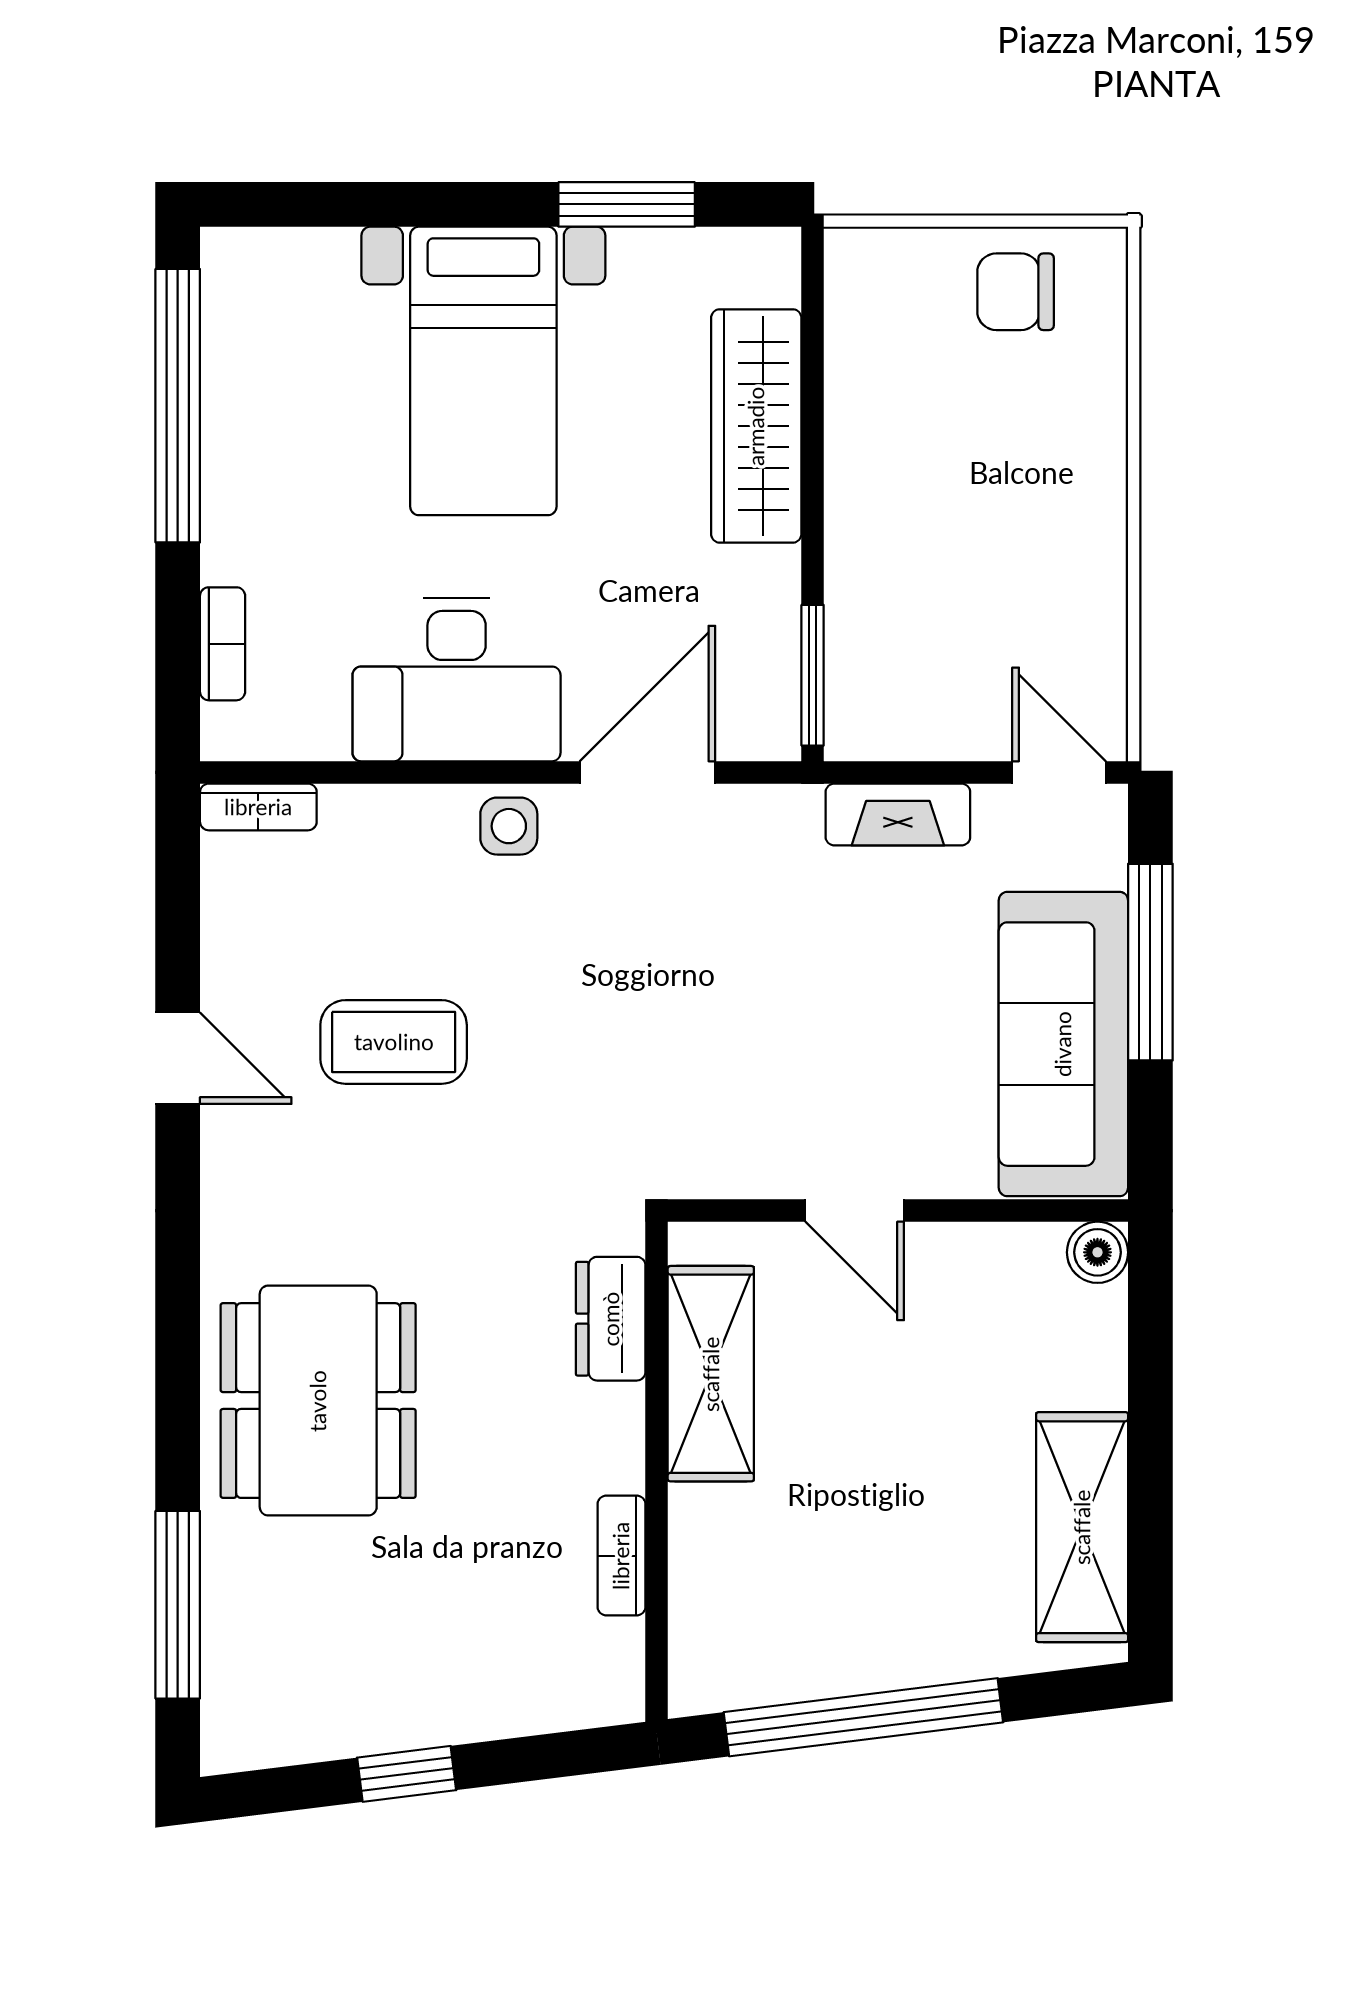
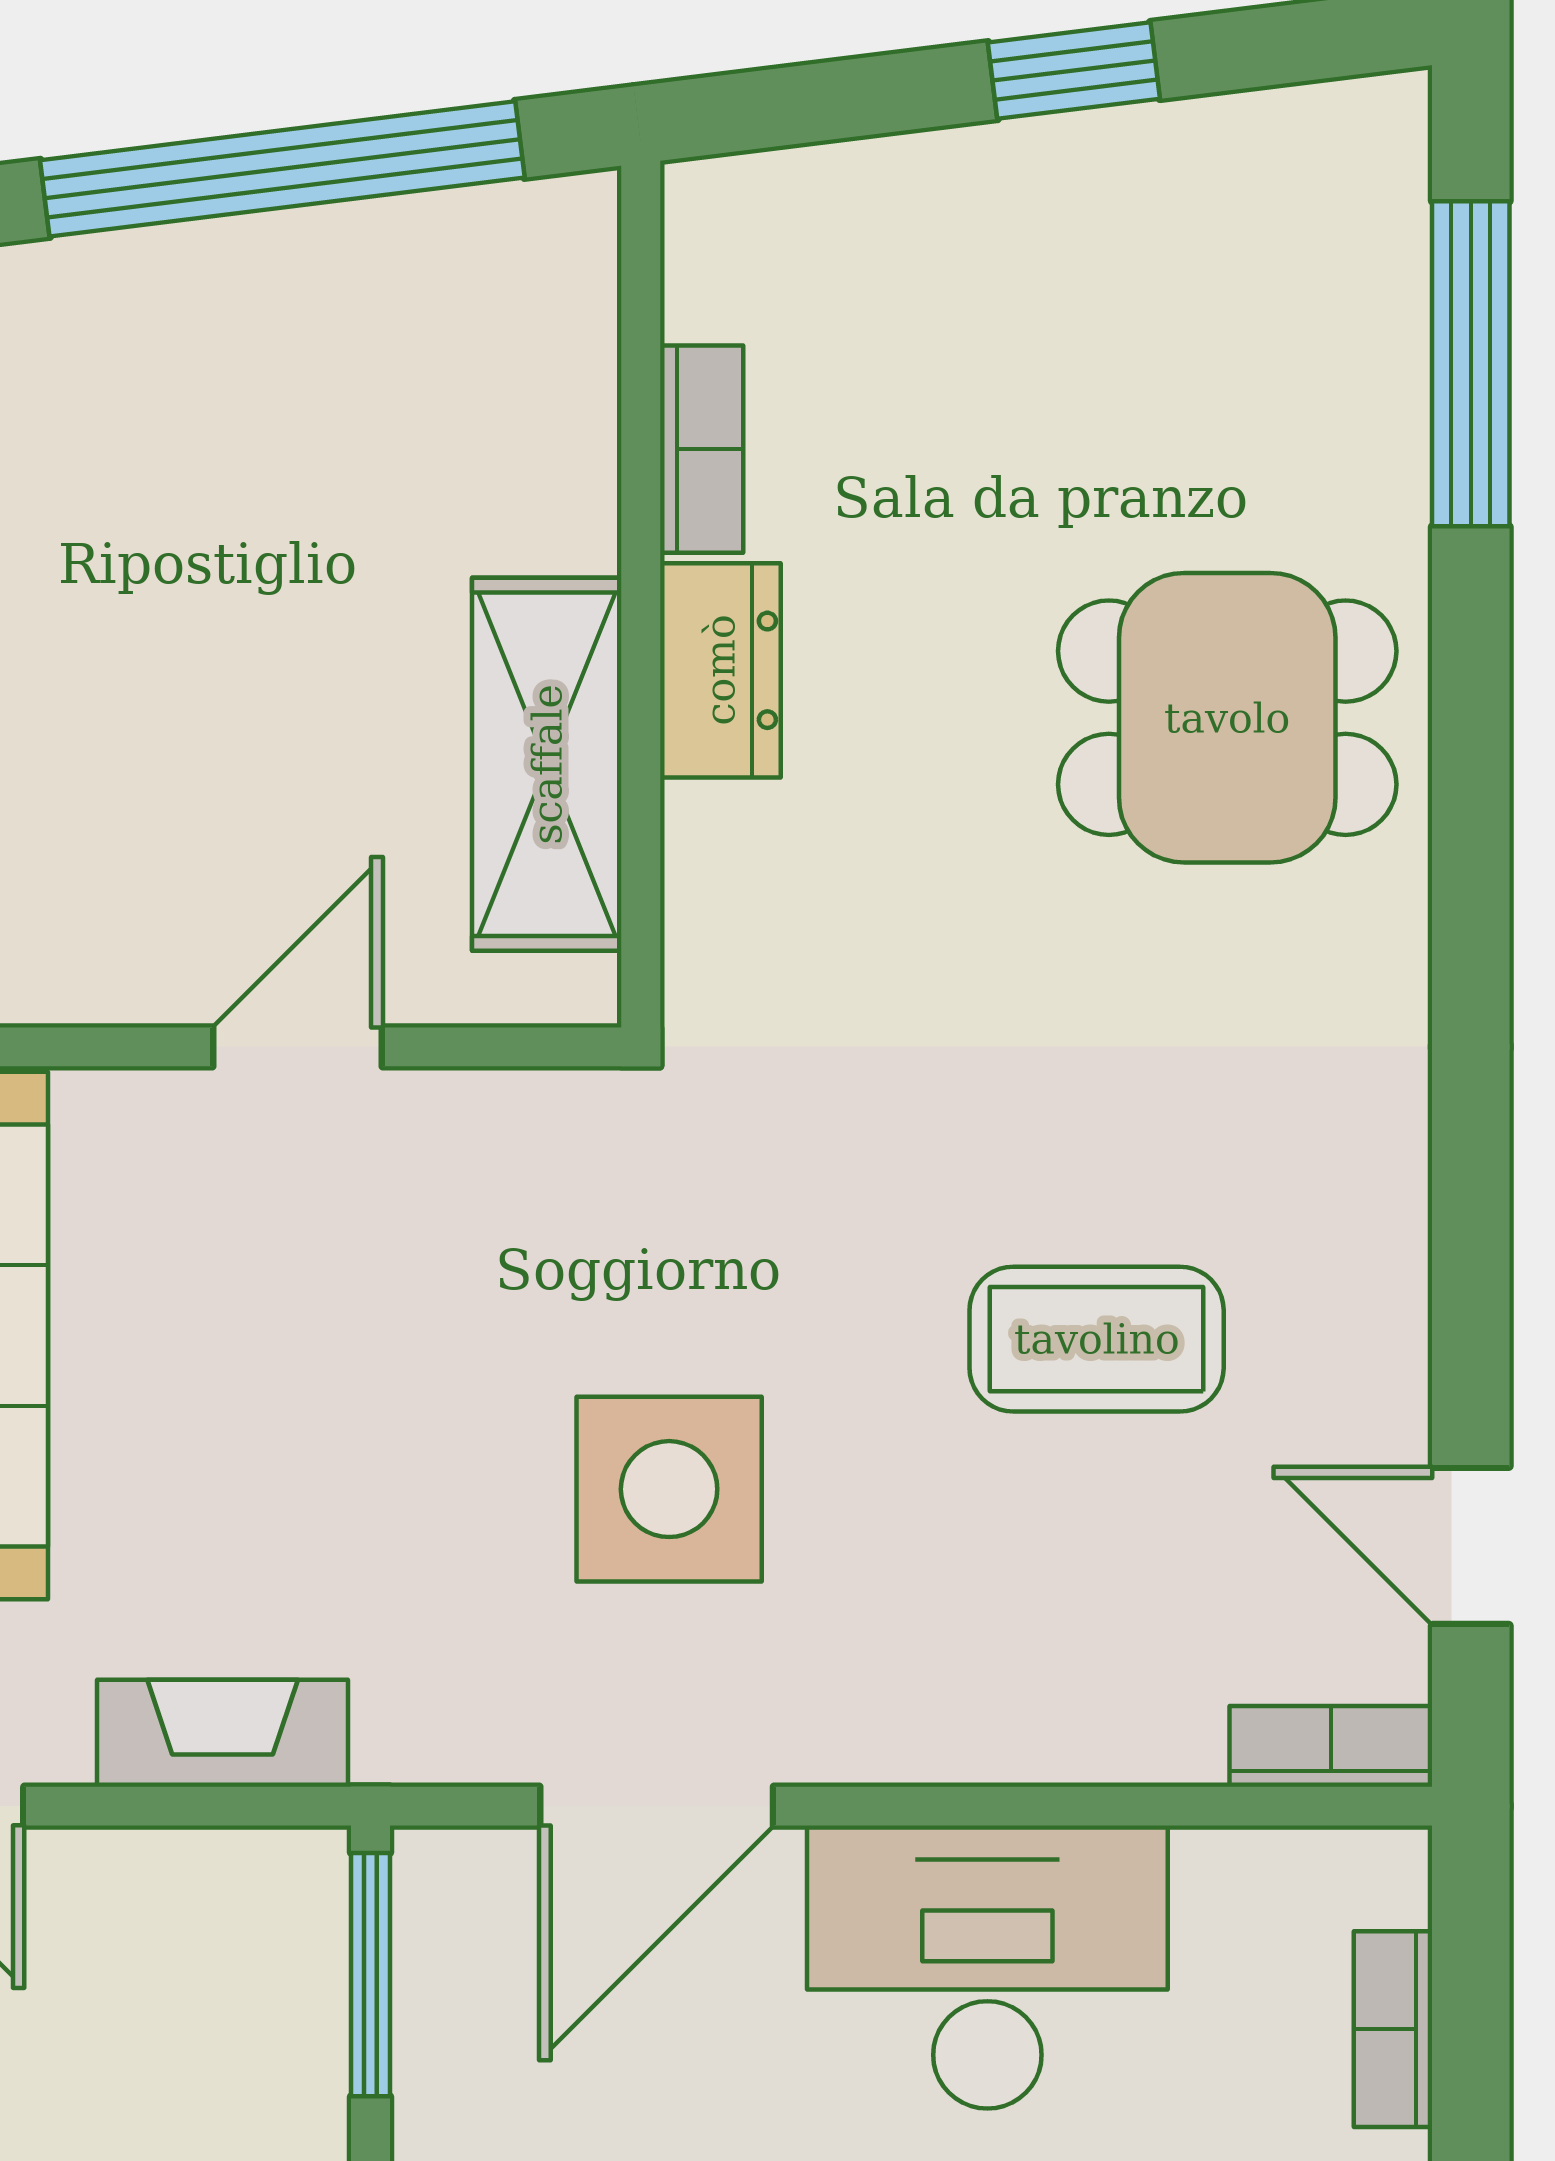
side table: (509, 826) -> (669, 1489), moved, width x1.87, depth x1.87
door: (178, 1058) -> (1471, 1546), moved
door: (855, 1211) -> (297, 1047), hinge flipped
dresser: (611, 1319) -> (720, 670), moved
dining table: (318, 1401) -> (1227, 718), width x0.73

